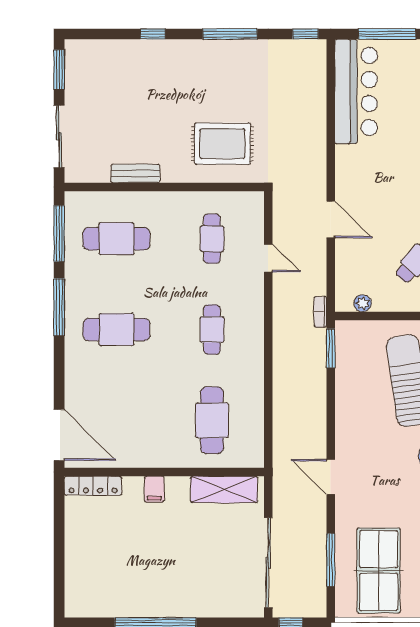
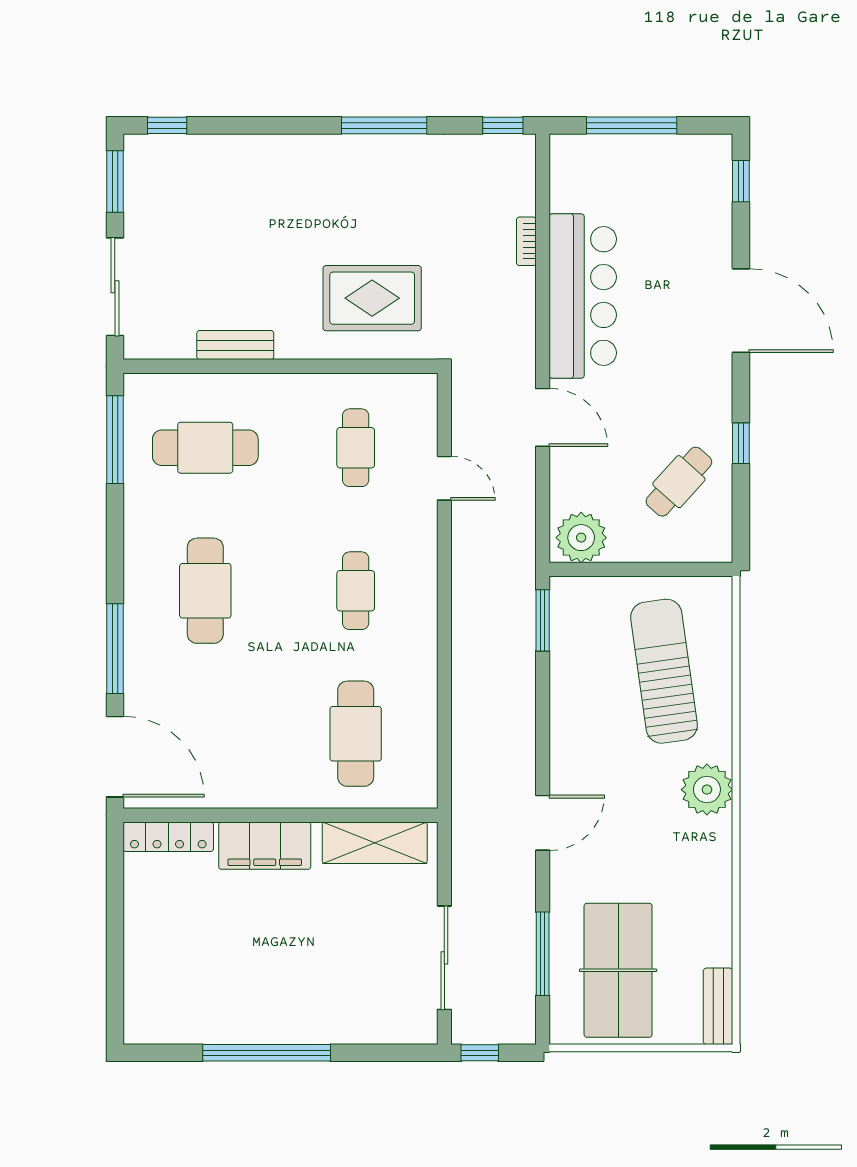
window: (153, 34) -> (167, 125), moved
bar counter: (356, 91) -> (583, 296), moved
plant: (363, 303) -> (581, 538), width x1.87, depth x1.87
window: (59, 307) -> (115, 649), moved
bookcase: (320, 312) -> (526, 241), moved
cafe table: (116, 329) -> (205, 591), turned 90
door: (331, 477) -> (543, 823), swing flipped
filing cabinet: (154, 489) -> (265, 846), width x3.00, depth x1.17
sliding door: (268, 563) -> (444, 958), width x0.73

